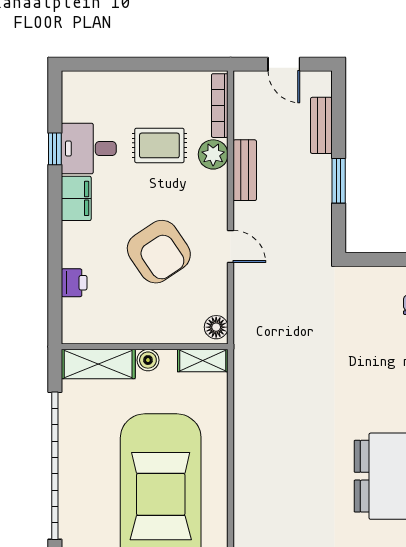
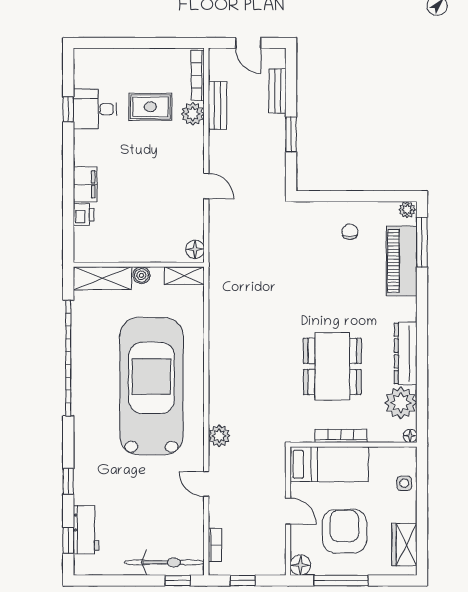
bench: (245, 170) -> (217, 105), moved
filing cabinet: (76, 198) -> (85, 184), moved
armchair: (159, 252) -> (150, 190), removed

